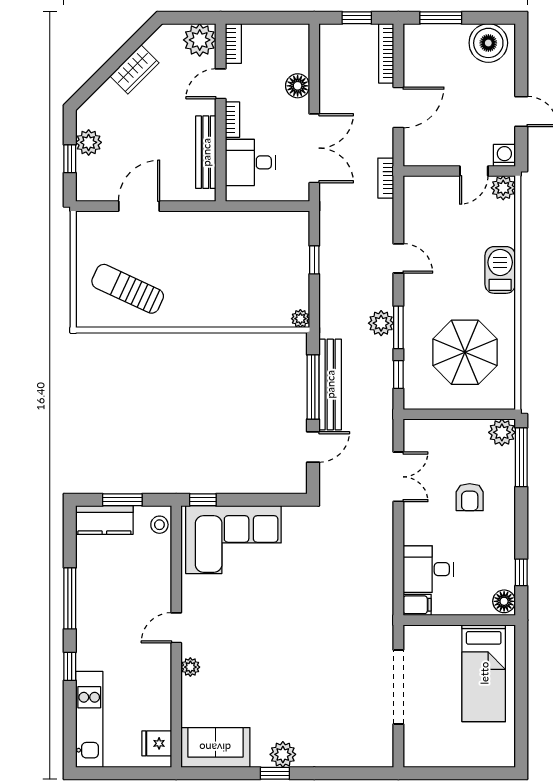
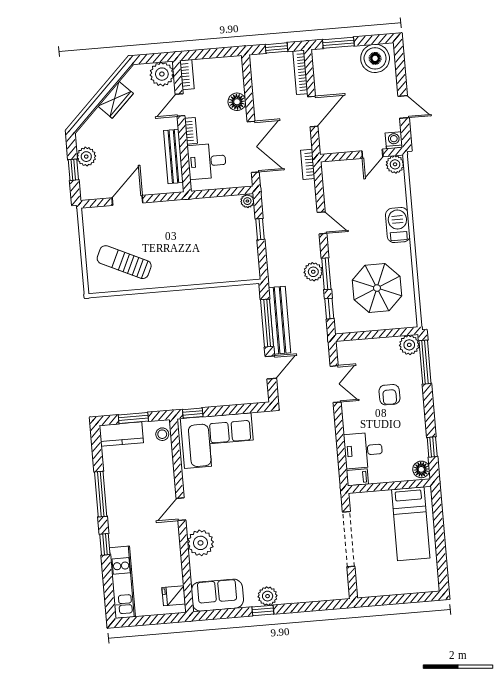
plant: (300, 319) -> (247, 201), moved
plant: (190, 667) -> (200, 543), width x1.88, depth x1.88

